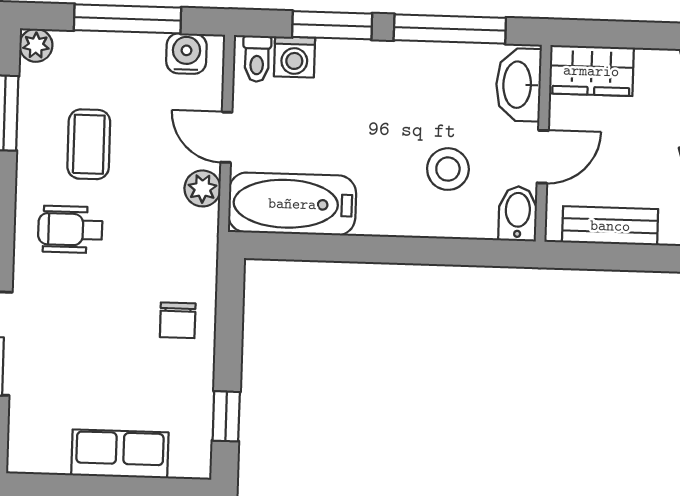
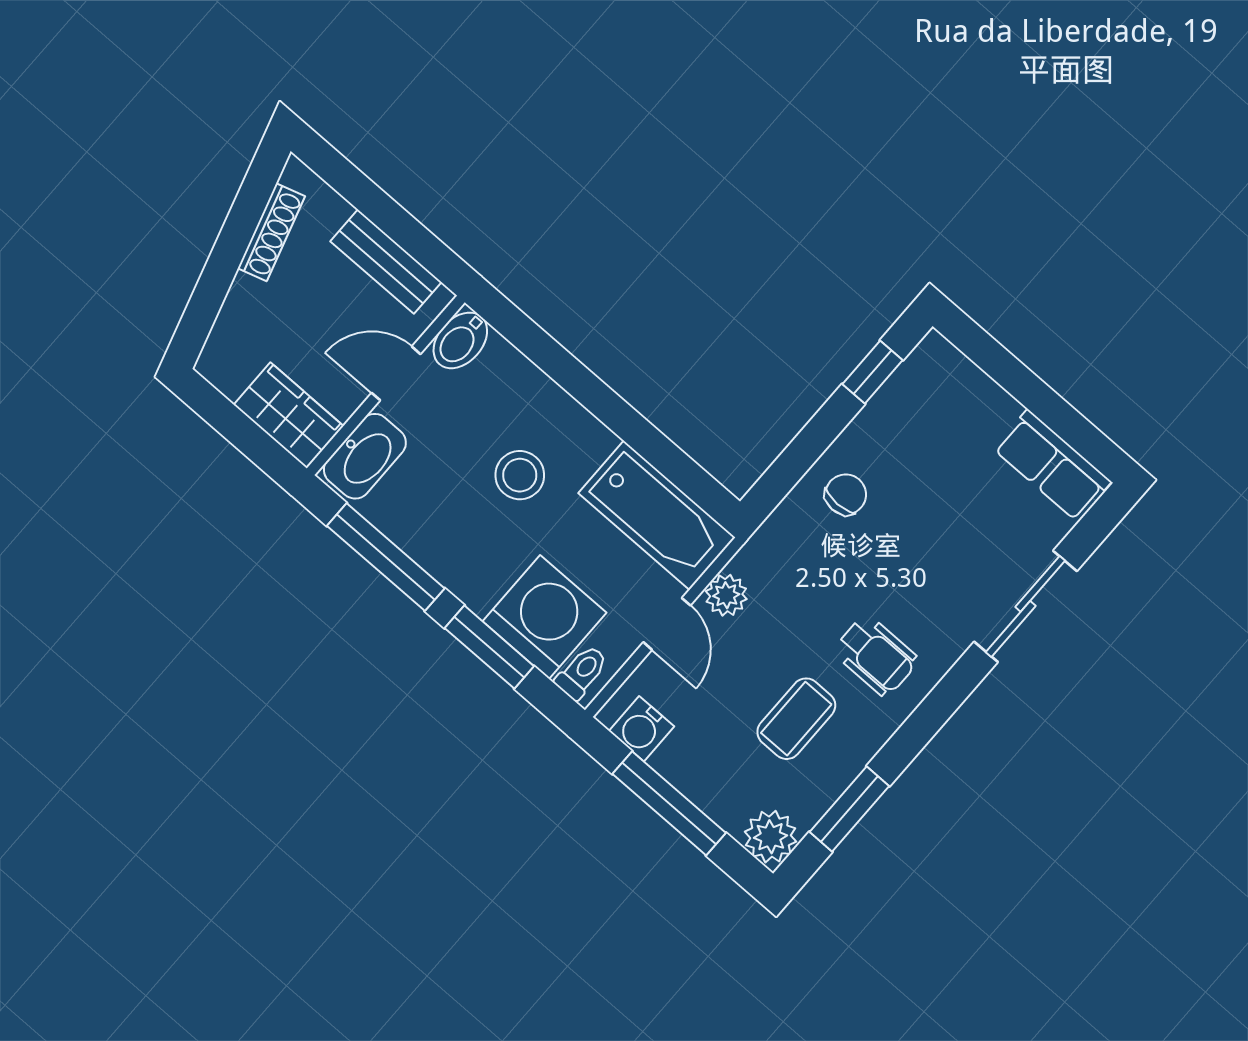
plant: (36, 45) -> (770, 837), width x1.38, depth x1.38
washing machine: (294, 57) -> (545, 617), width x1.89, depth x1.89
stool: (448, 169) -> (520, 475), moved
row of seats: (120, 454) -> (1052, 465), moved

